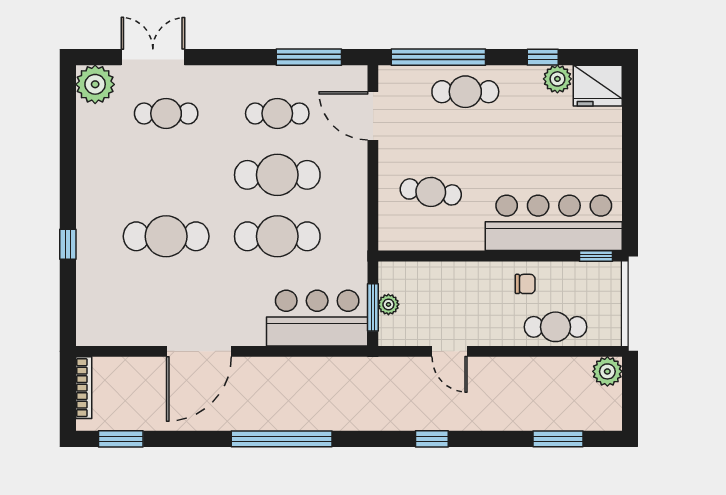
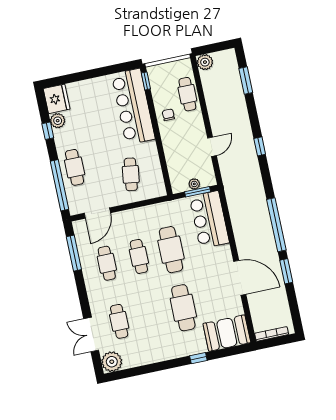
cafe table: (277, 175) -> (139, 256), width x0.73, depth x0.74
booth: (103, 306) -> (227, 333), added
window: (121, 439) -> (286, 271), moved

